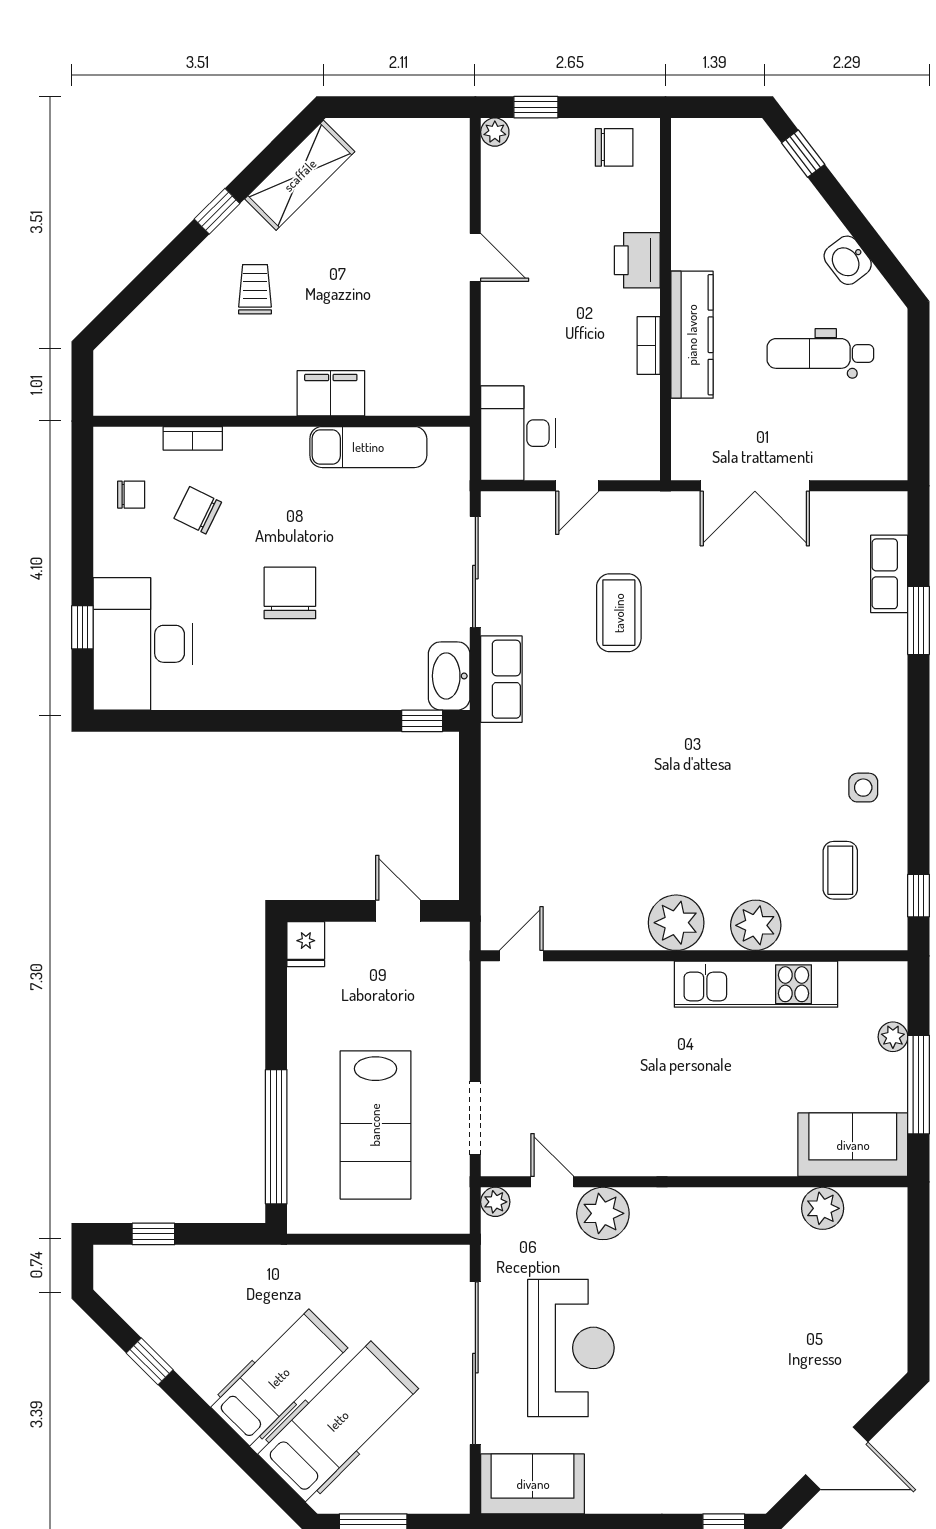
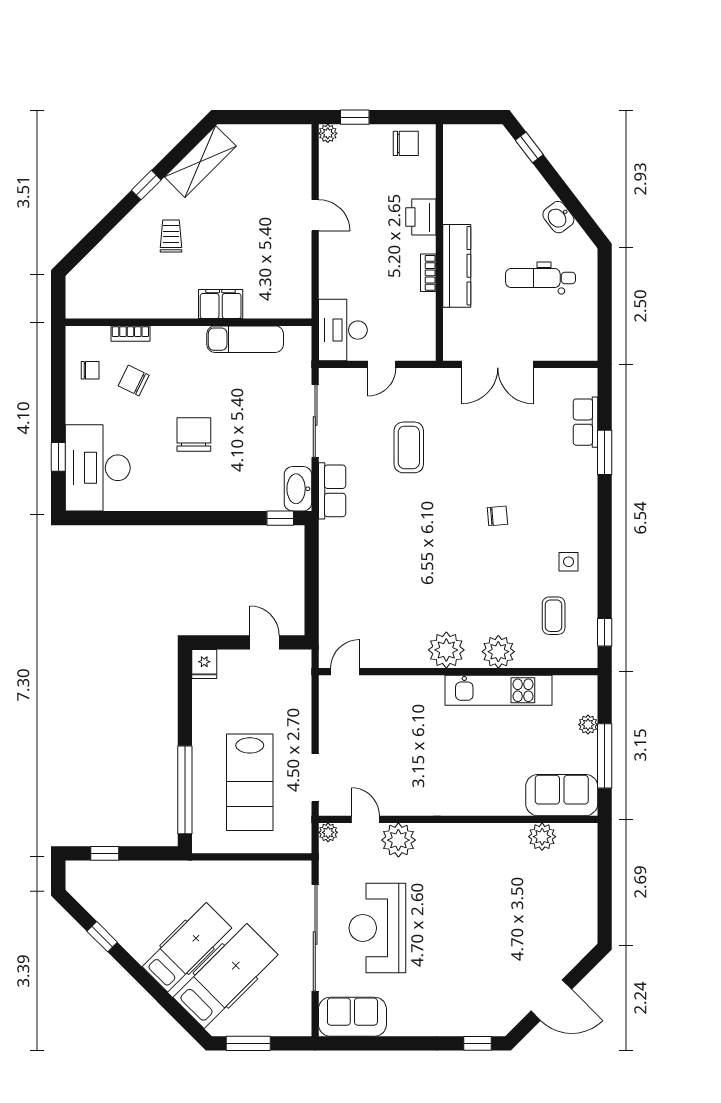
chair: (754, 718) -> (497, 516), added
reception desk: (571, 1348) -> (377, 928), turned 180

